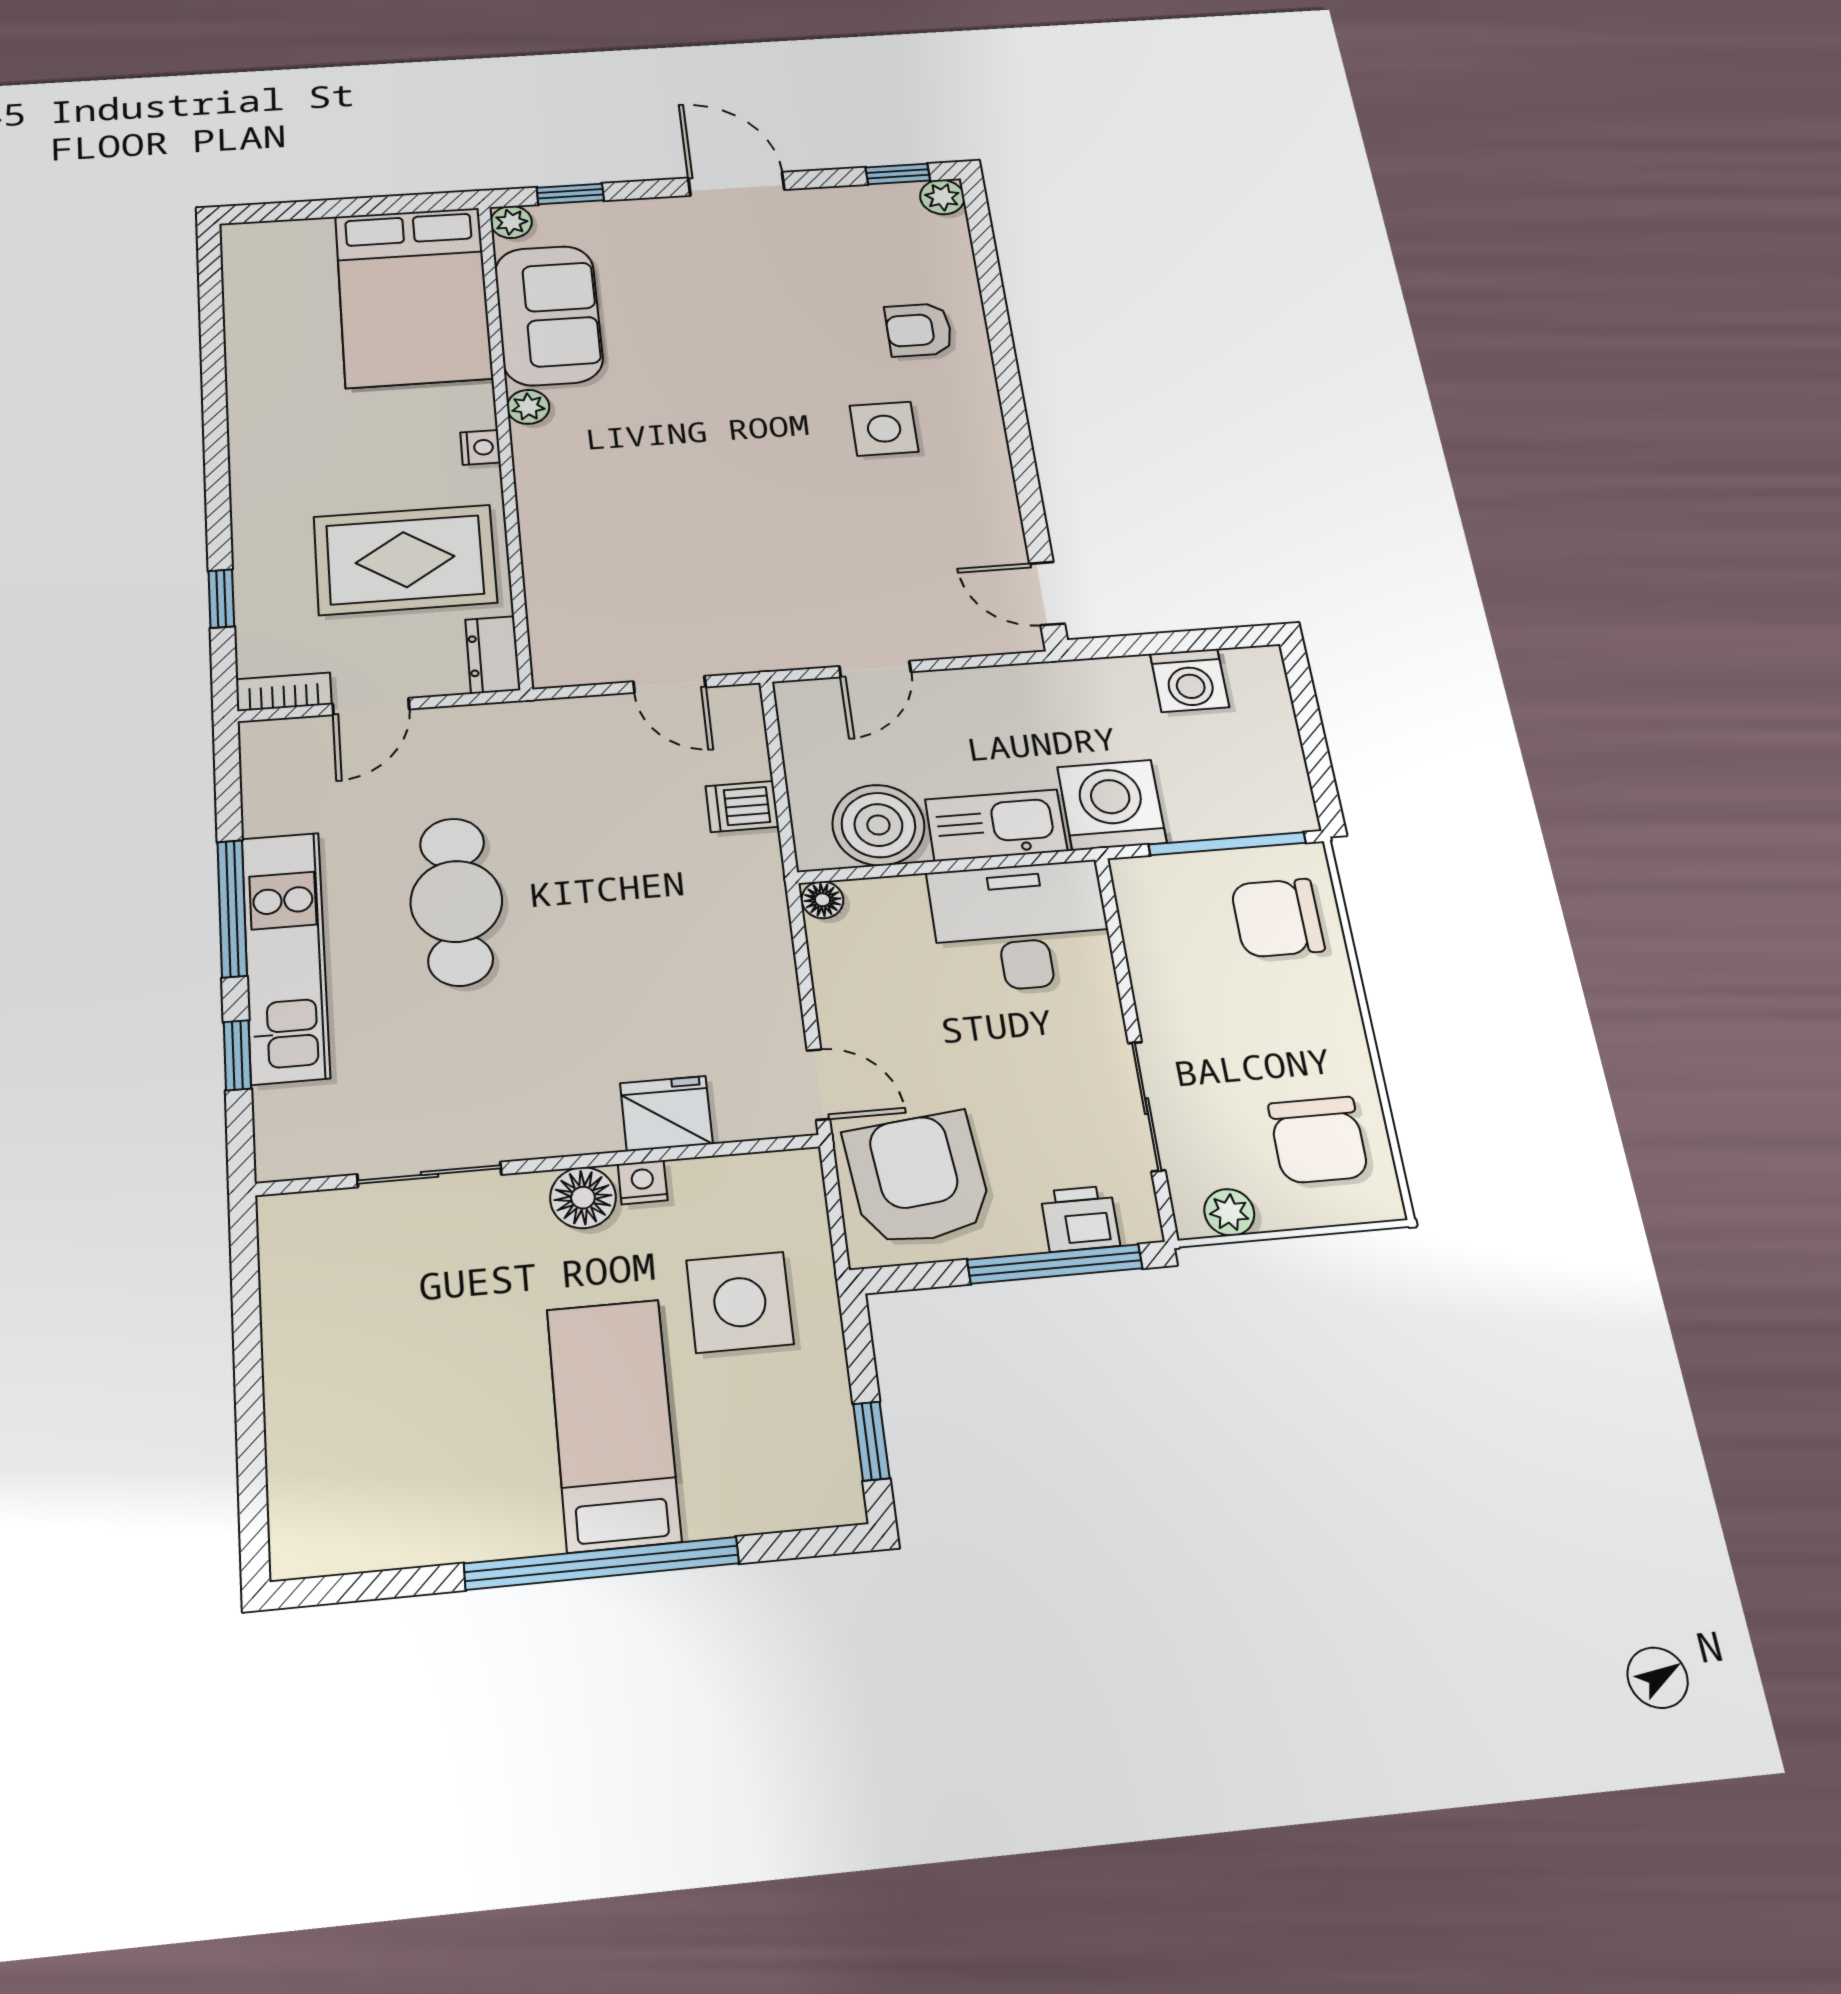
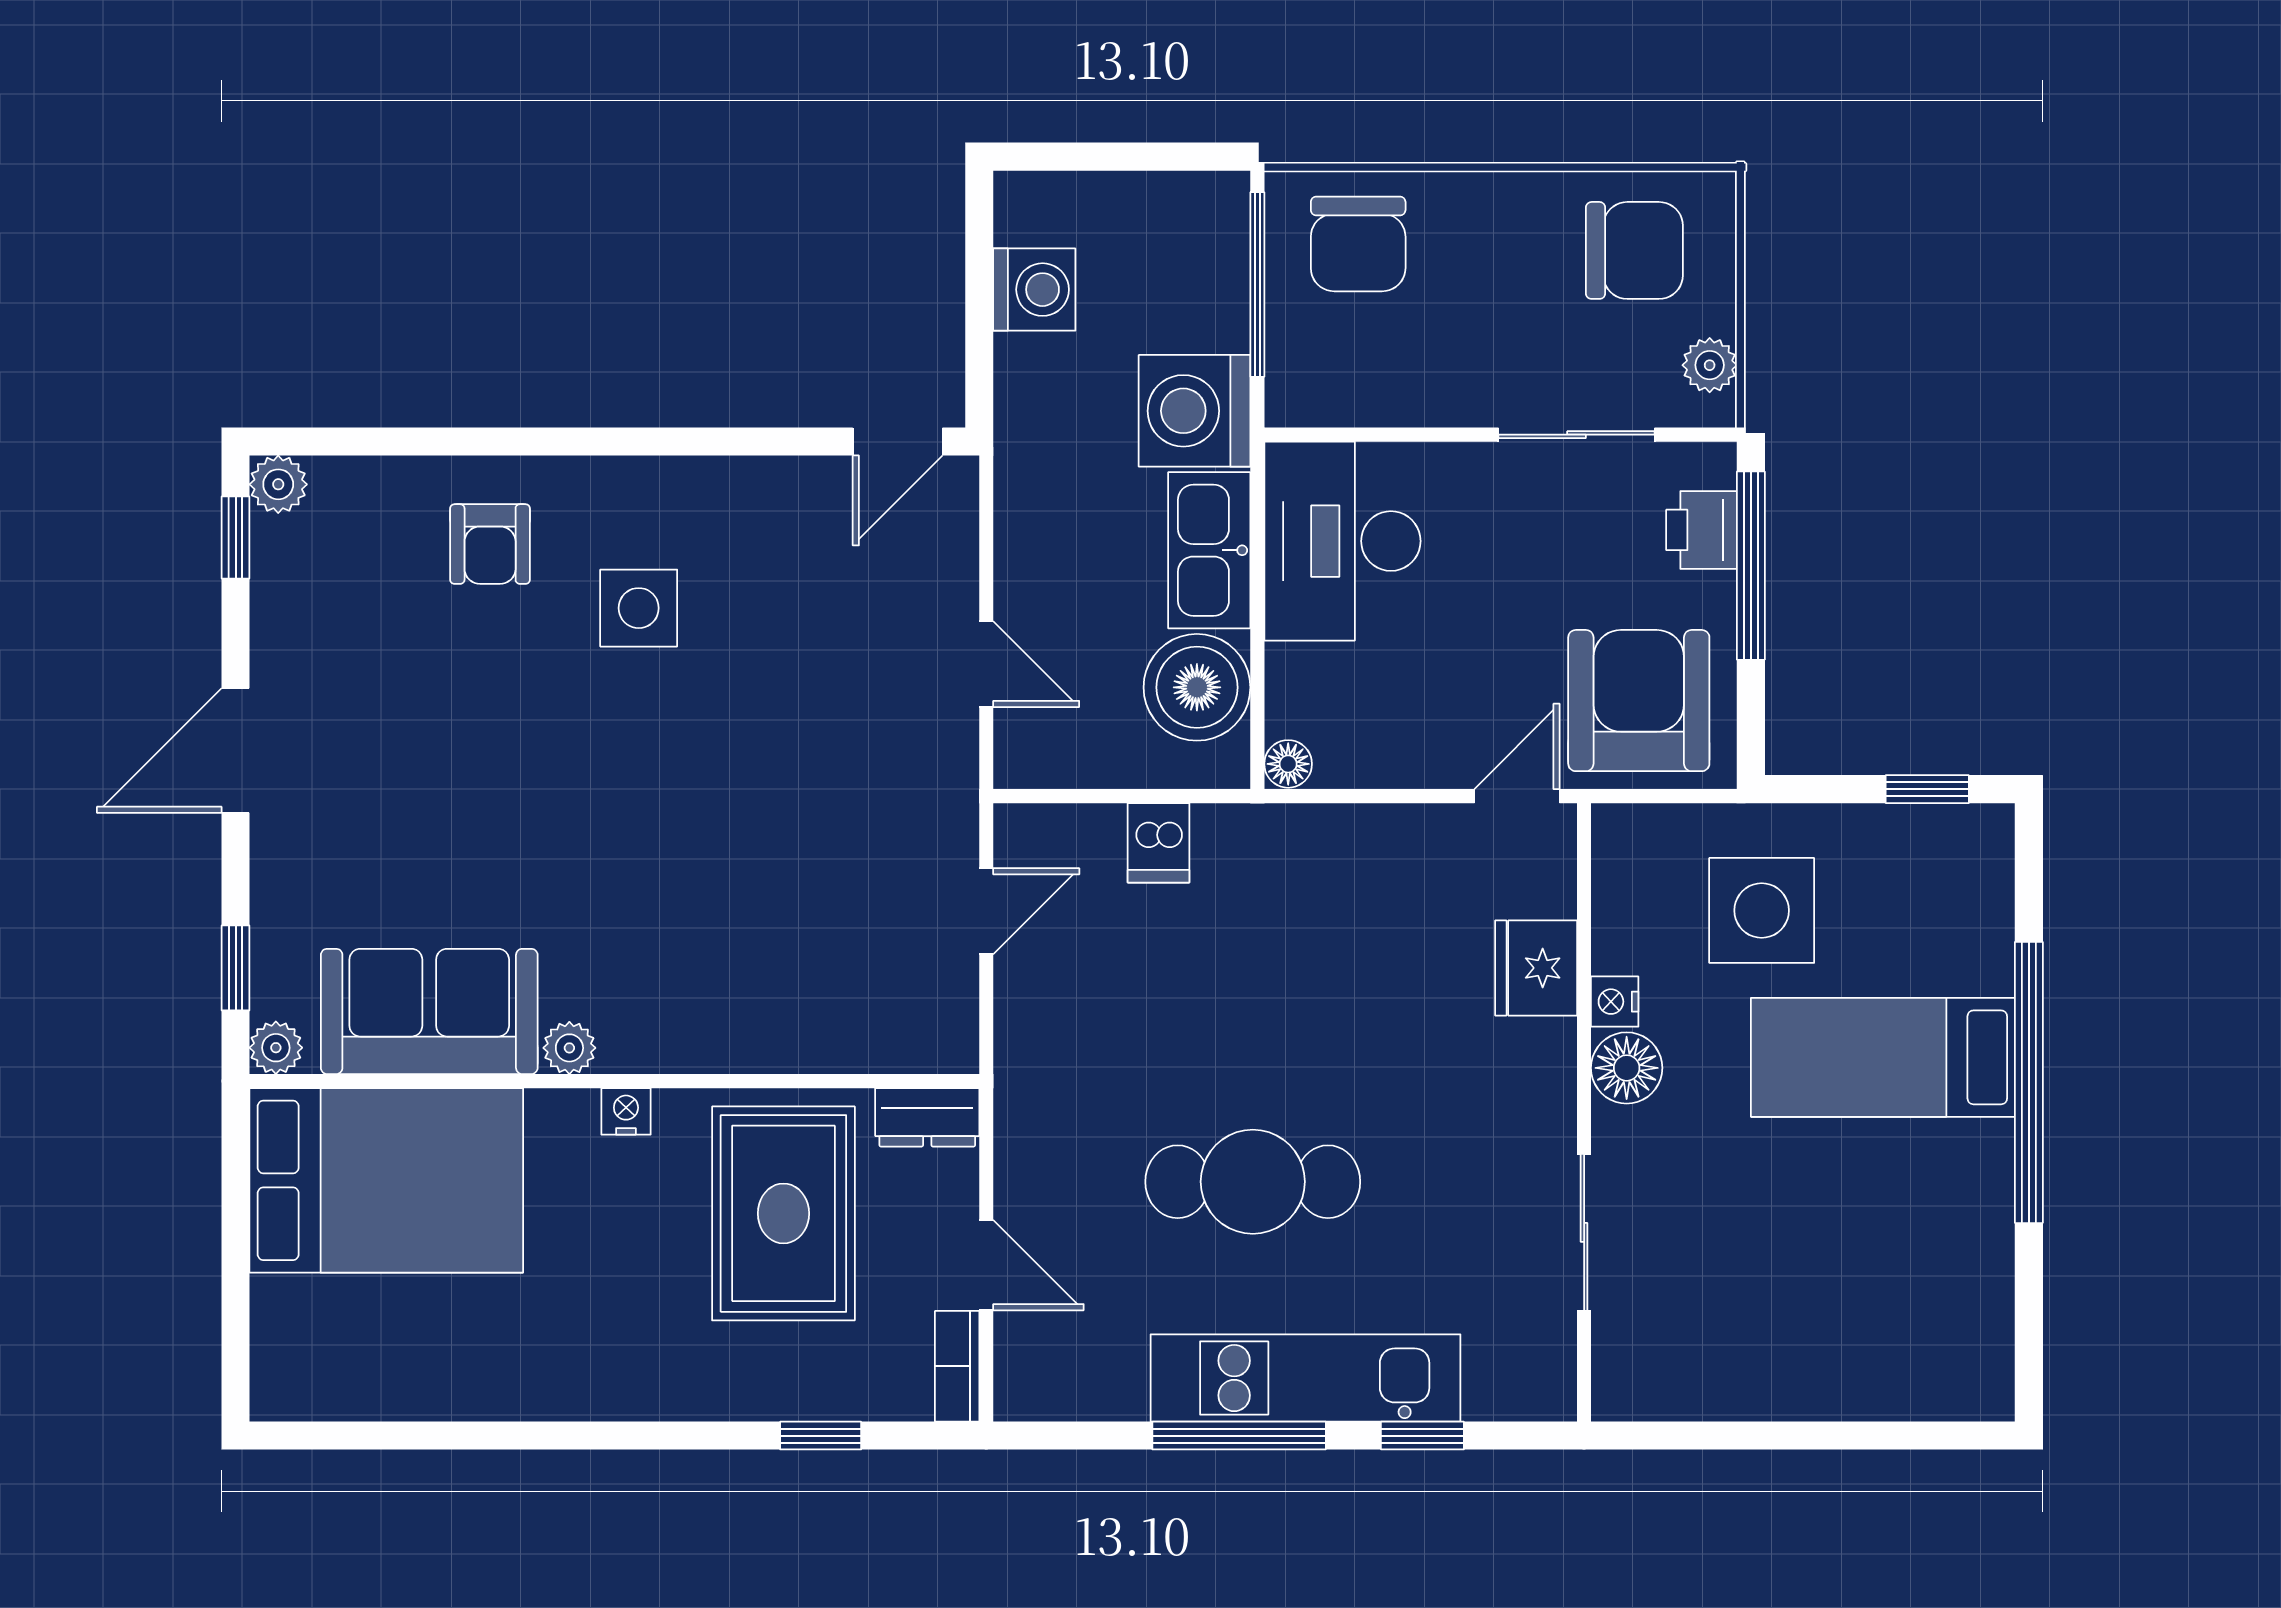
armchair: (918, 1179) -> (1639, 701), turned 96

